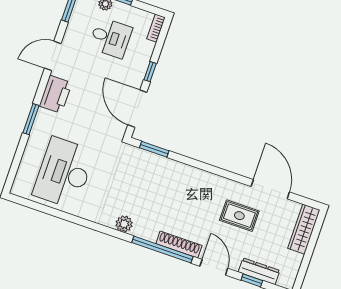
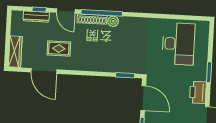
plant: (124, 224) -> (113, 21), moved

